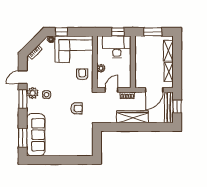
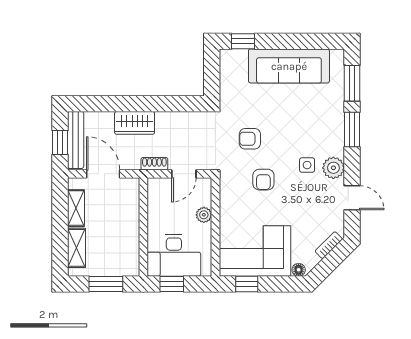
window: (61, 32) -> (247, 284), moved
armchair: (82, 74) -> (263, 180), moved
door: (23, 77) -> (352, 198), hinge flipped
door: (154, 90) -> (103, 174), hinge flipped
window: (23, 99) -> (352, 129), moved
wardrobe: (132, 117) -> (135, 123), width x0.67
sofa: (36, 135) -> (289, 66), moved, turned -90
window: (80, 160) -> (243, 41), added

